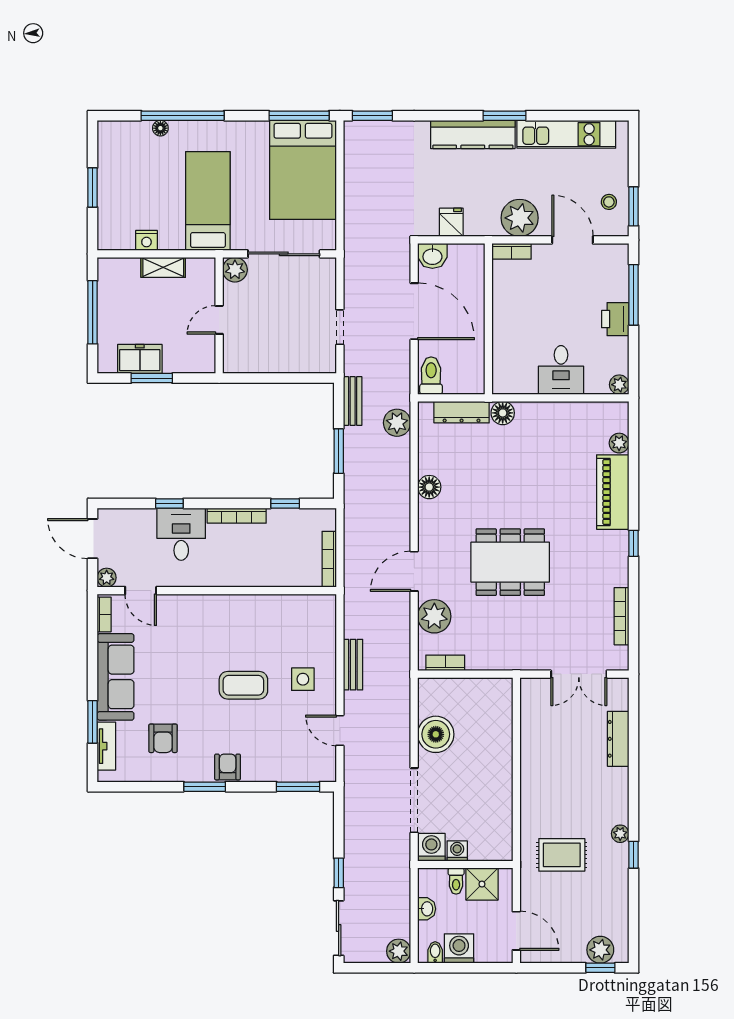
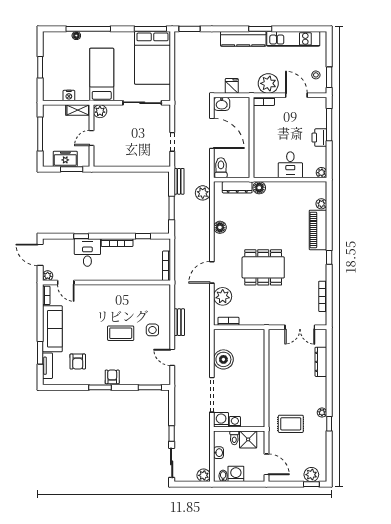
plant: (235, 270) -> (100, 111), moved
wall: (219, 315) -> (92, 136), moved
door: (219, 320) -> (92, 138), moved

